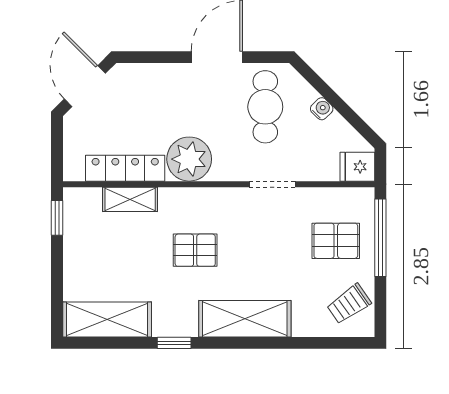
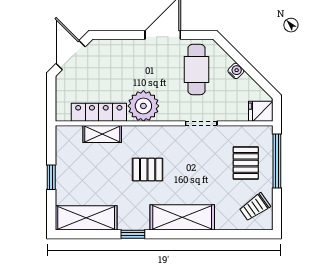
window: (57, 218) -> (51, 177), moved
pallet: (336, 241) -> (246, 163), turned 90

